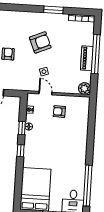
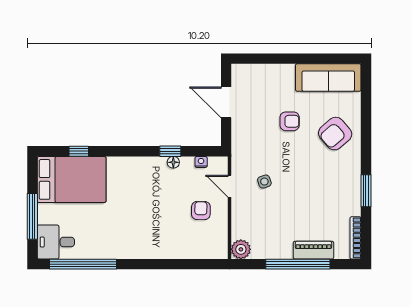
armchair: (40, 42) -> (335, 134), moved, turned 72
piano: (87, 58) -> (313, 250), moved
door: (45, 93) -> (229, 186), swing flipped
window: (21, 151) -> (79, 151), moved

